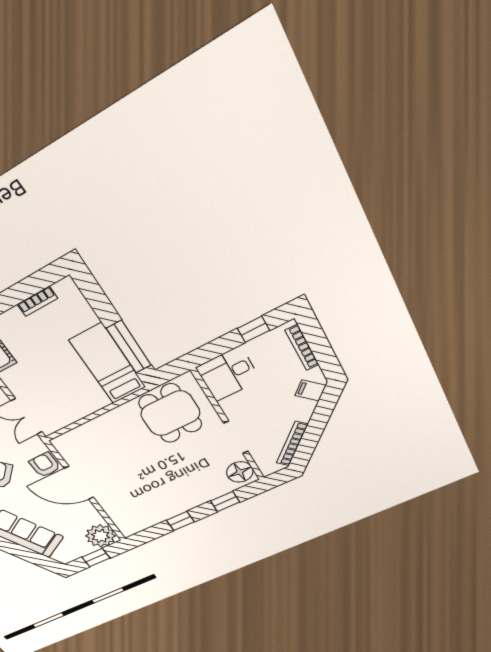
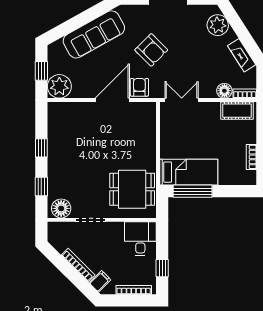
bookcase: (292, 444) -> (78, 265), moved
armchair: (45, 465) -> (139, 87), turned -90

